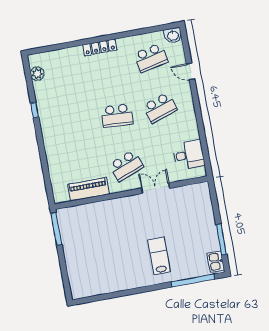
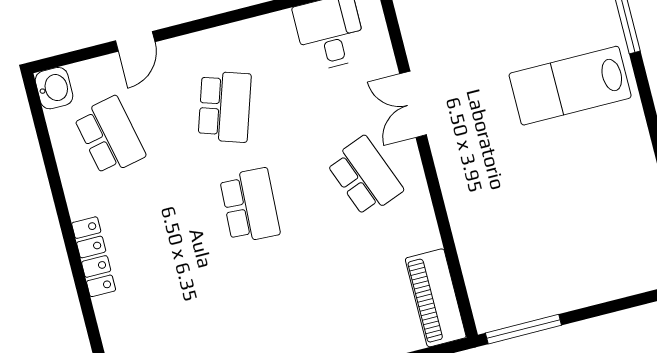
school desk: (160, 108) -> (225, 107), turned 36
piano: (89, 189) -> (436, 298), moved
lab bench: (159, 256) -> (570, 86), width x1.36, depth x1.39

